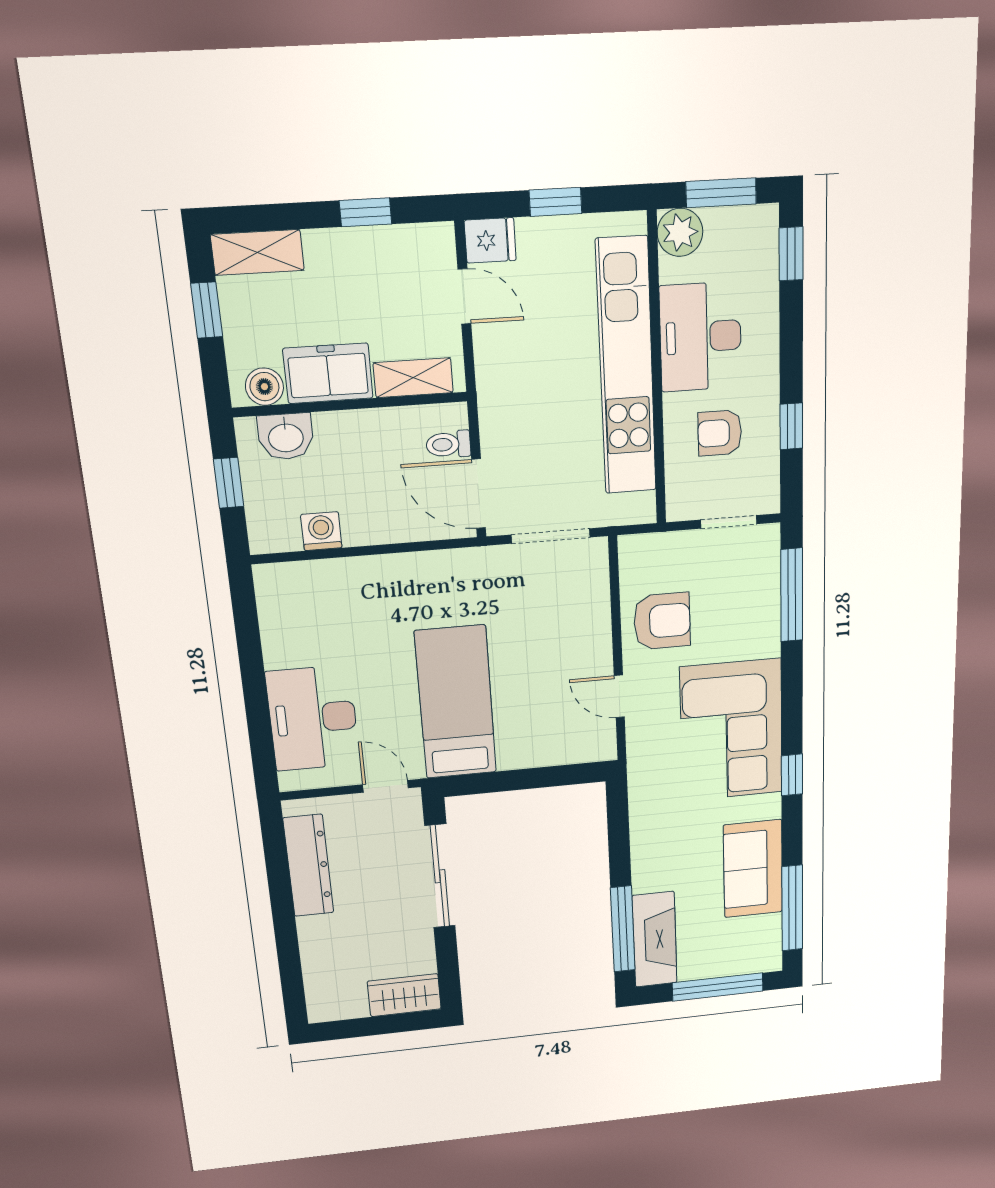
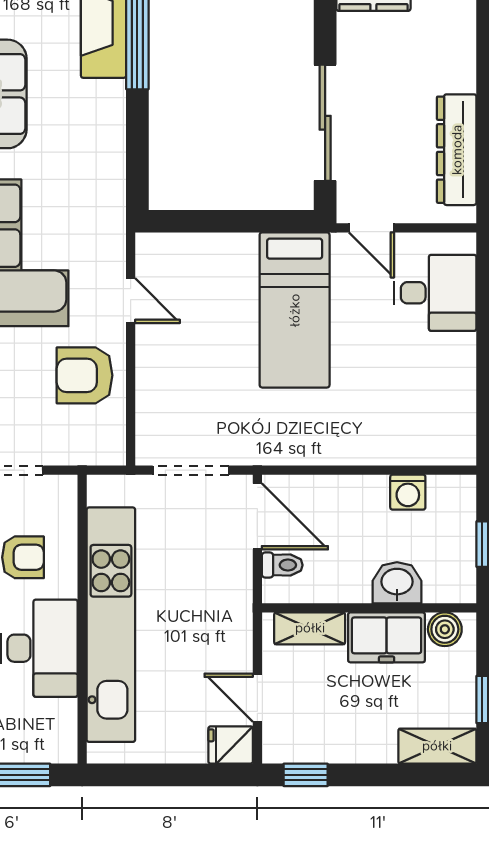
window: (555, 202) -> (170, 775), removed
window: (366, 212) -> (306, 775), moved
plant: (680, 232) -> (57, 743), removed
washbasin: (286, 437) -> (397, 583), moved
desk: (313, 718) -> (435, 293), width x0.73

